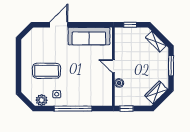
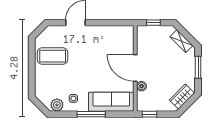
sofa: (89, 36) -> (111, 102), moved, turned 180
door: (113, 66) -> (135, 68), width x1.88
coffee table: (47, 71) -> (53, 56), moved
window: (73, 109) -> (91, 114), width x0.68

